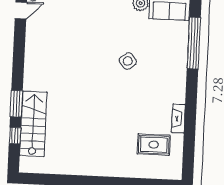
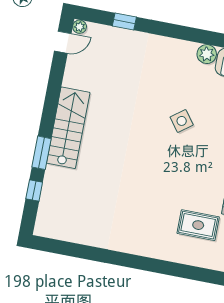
stairs: (33, 124) -> (68, 128), moved

